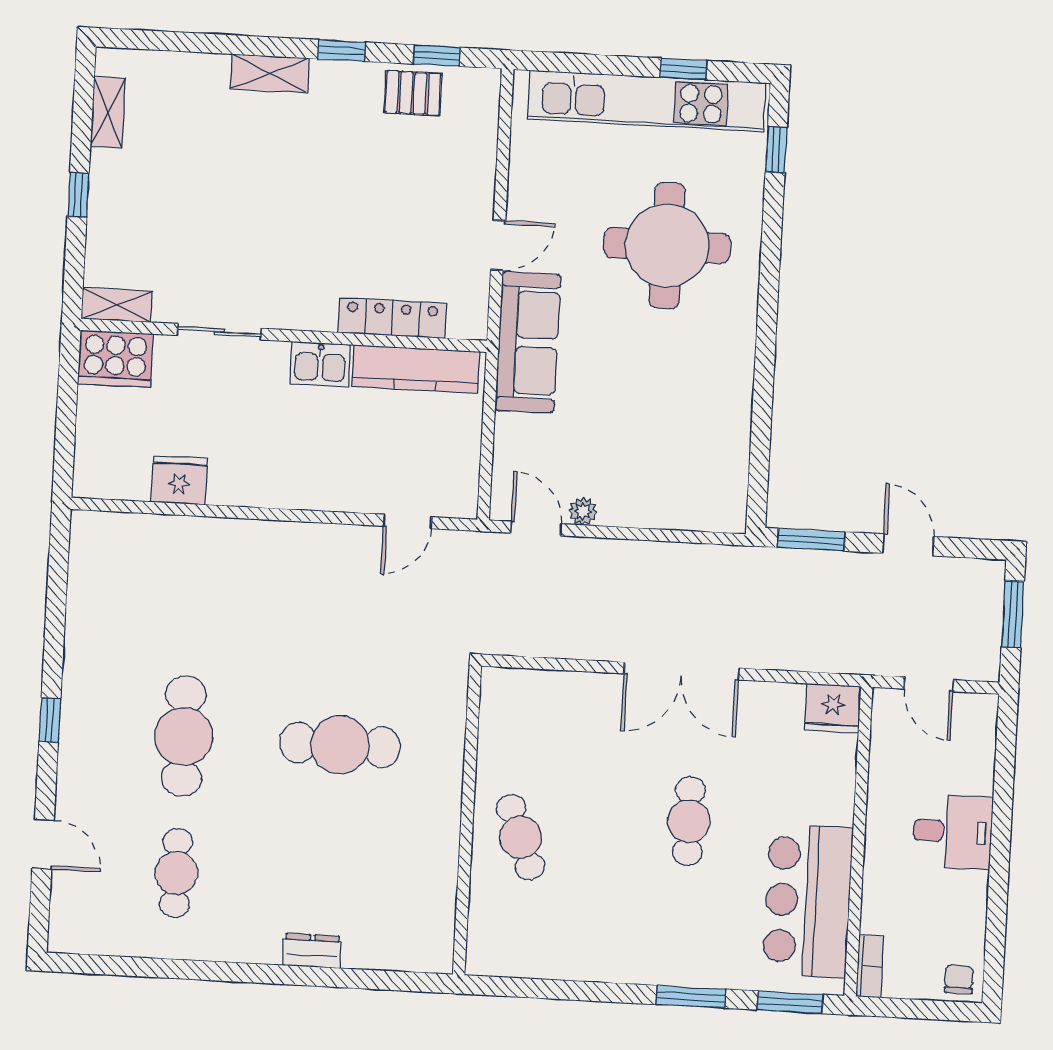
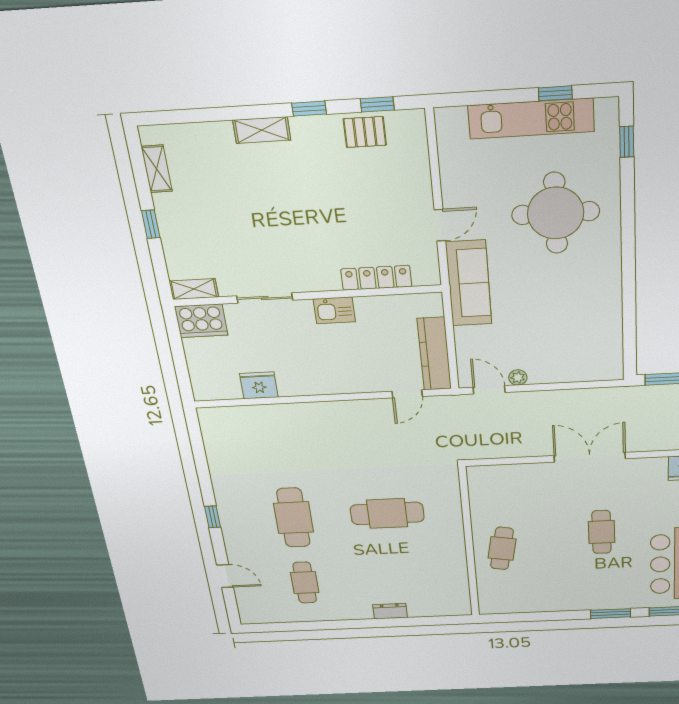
kitchen unit: (647, 101) -> (531, 119), width x0.73
kitchen counter: (416, 369) -> (434, 354), moved, turned 90
double door: (681, 671) -> (590, 457), swing flipped
cafe table: (520, 837) -> (502, 548), turned 31

